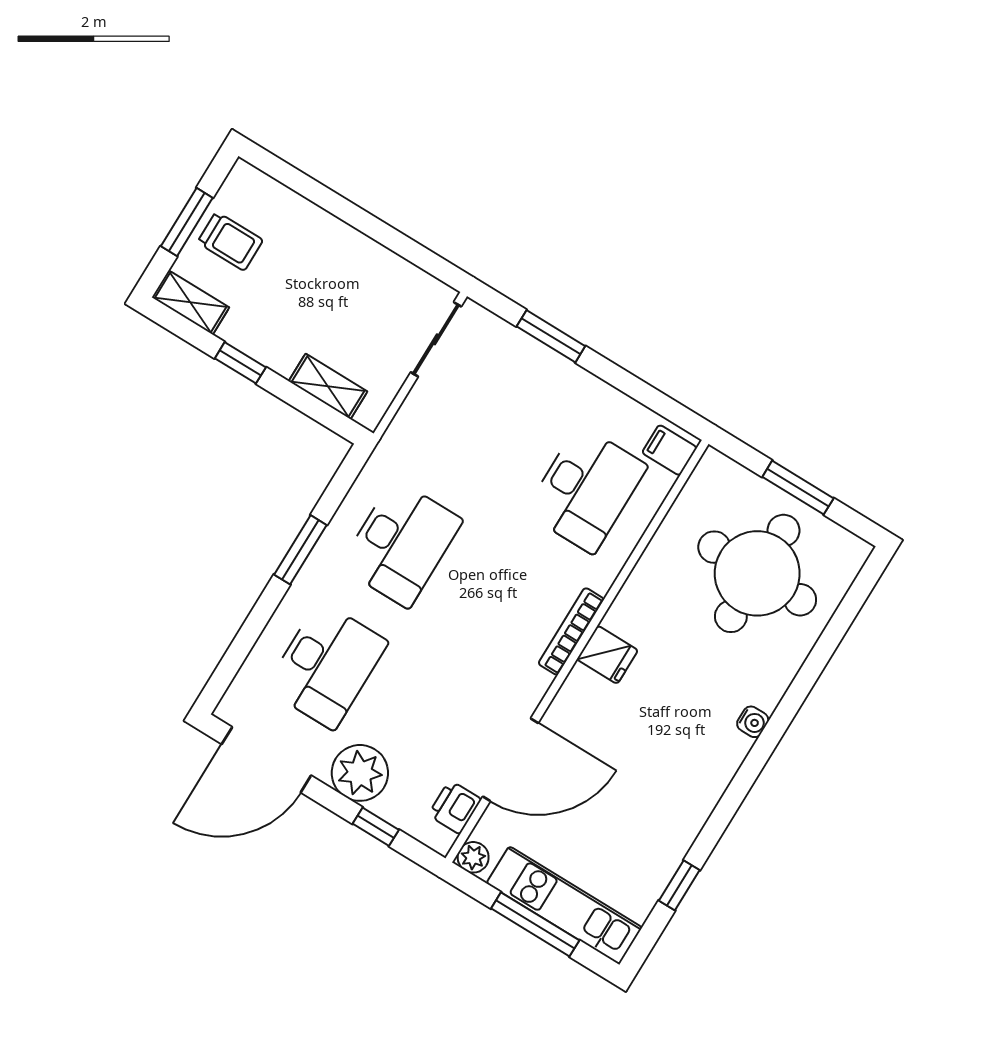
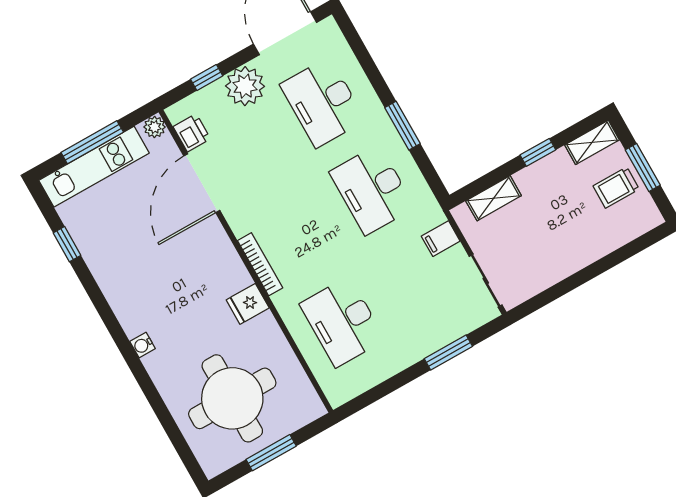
filing cabinet: (669, 450) -> (441, 239), moved, turned 180
fridge: (607, 655) -> (248, 304), moved

